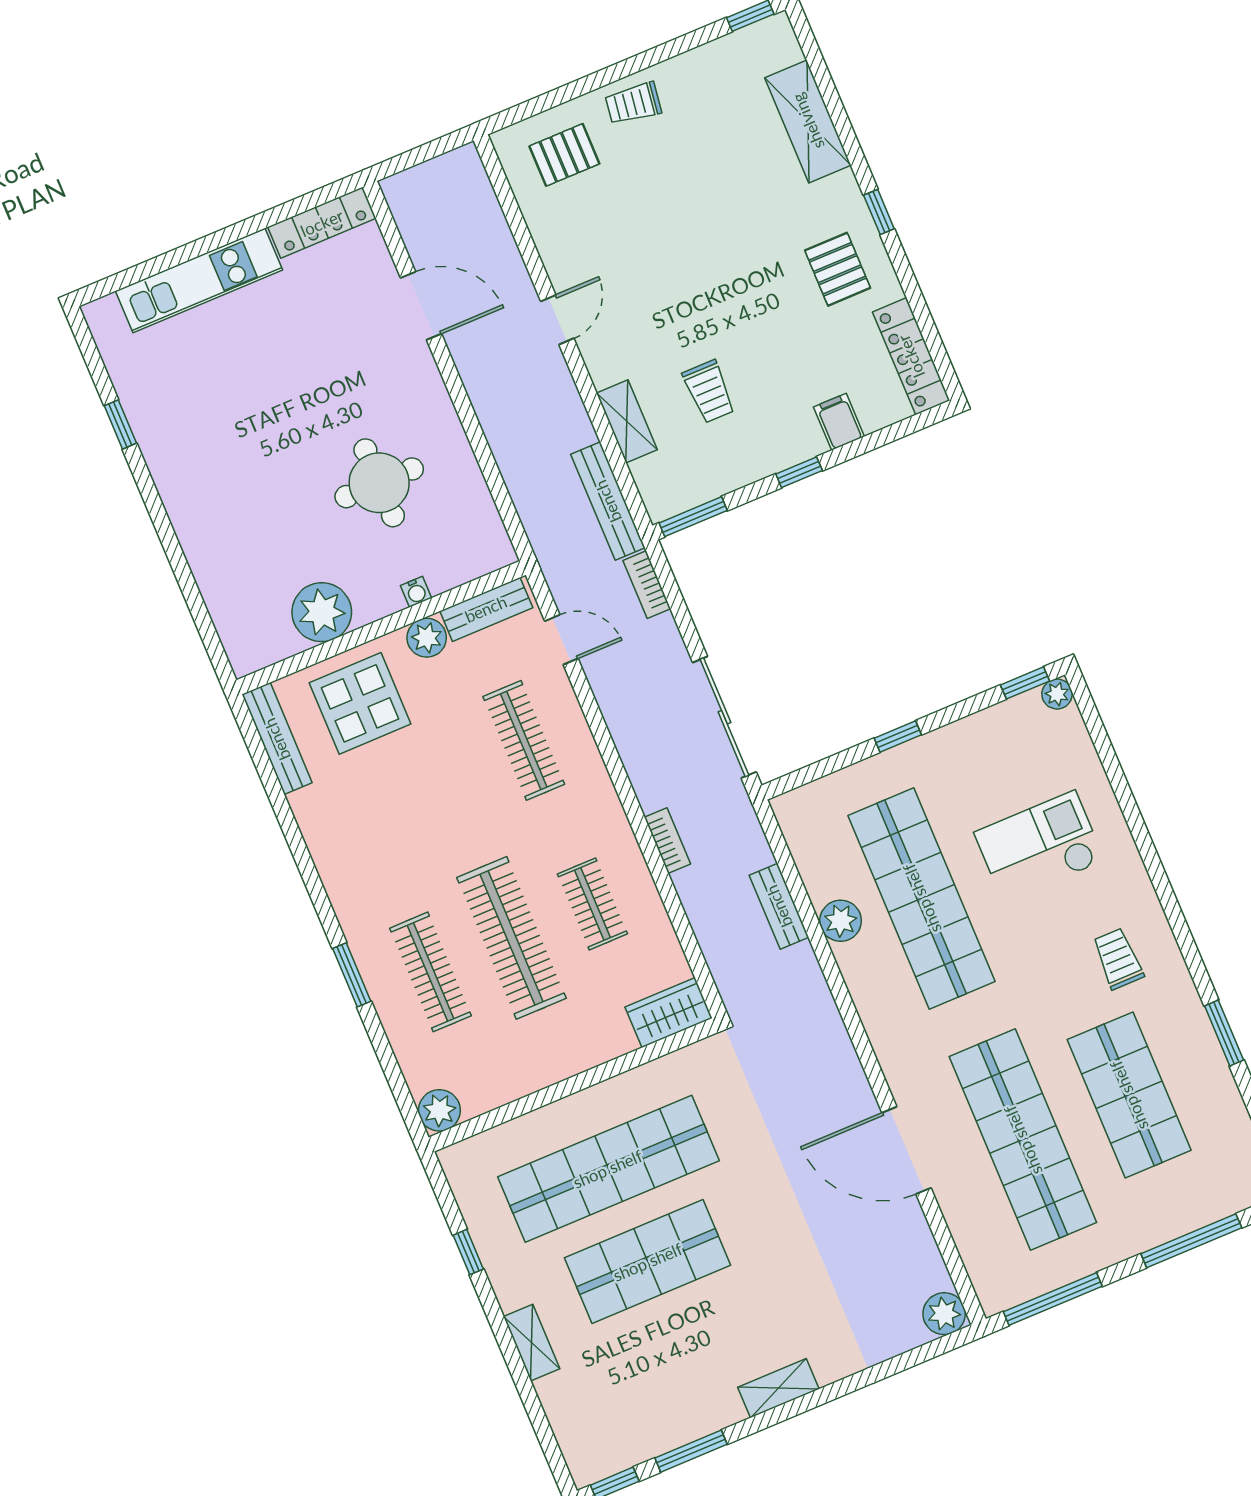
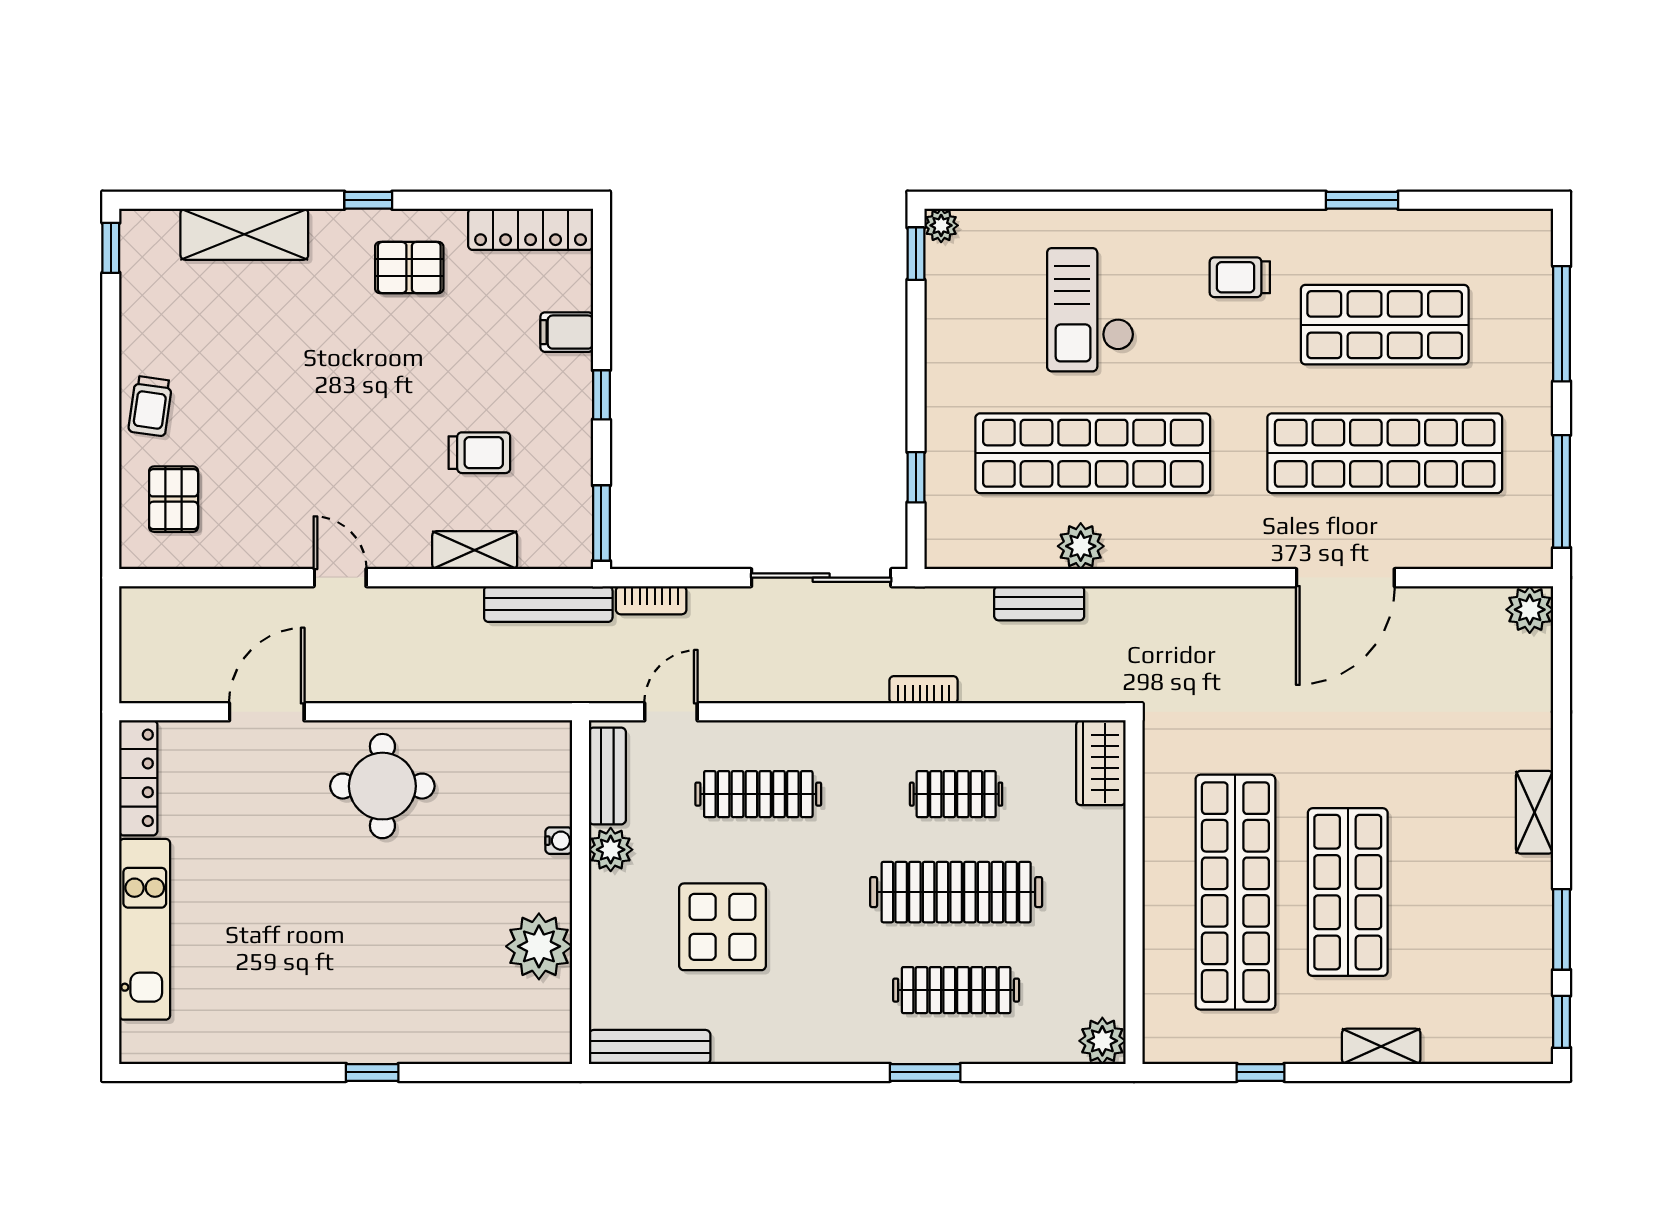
window: (120, 424) -> (372, 1072), moved
round table: (379, 483) -> (382, 786), moved
display table: (360, 703) -> (723, 927), moved
window: (898, 736) -> (916, 477), moved

